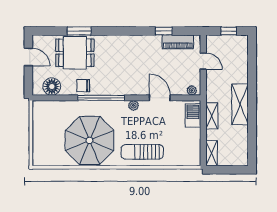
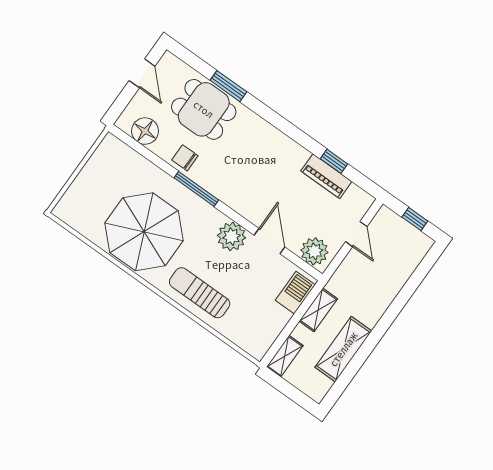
piano: (178, 42) -> (326, 176), moved
plant: (192, 90) -> (314, 251), width x1.87, depth x1.87
window: (101, 98) -> (196, 189), width x0.68
shelving: (240, 104) -> (343, 349), moved
plant: (133, 105) -> (232, 237), width x1.88, depth x1.88

